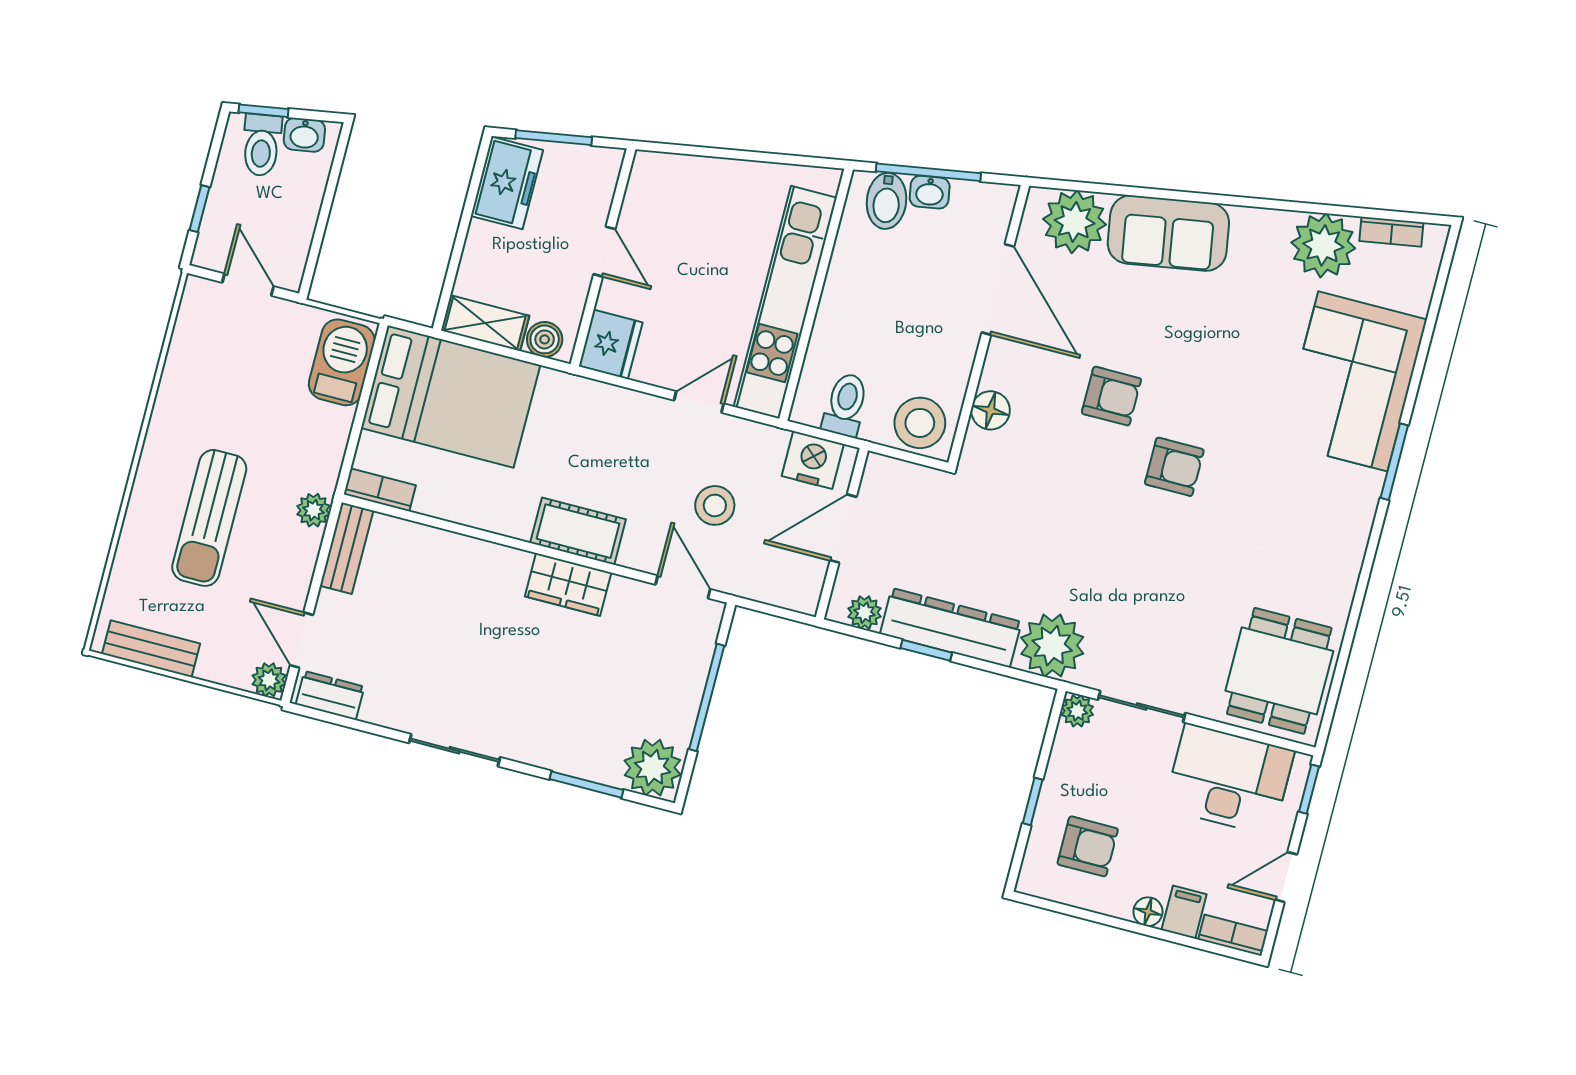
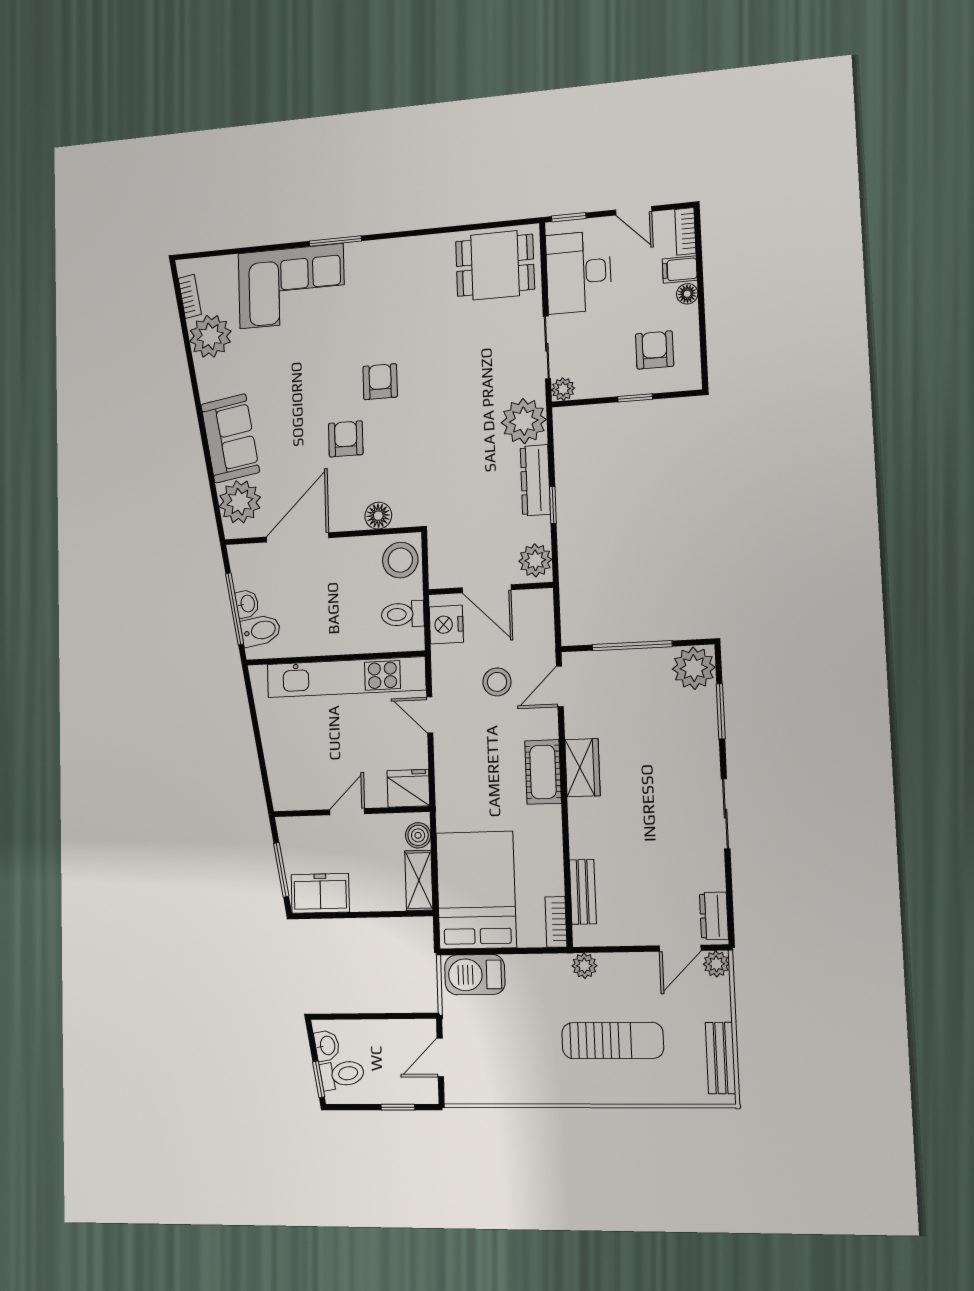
bench: (347, 548) -> (583, 892), moved, turned 90
plant: (864, 613) -> (535, 560), width x1.38, depth x1.38
dresser: (951, 628) -> (535, 480), width x0.73, depth x0.80

